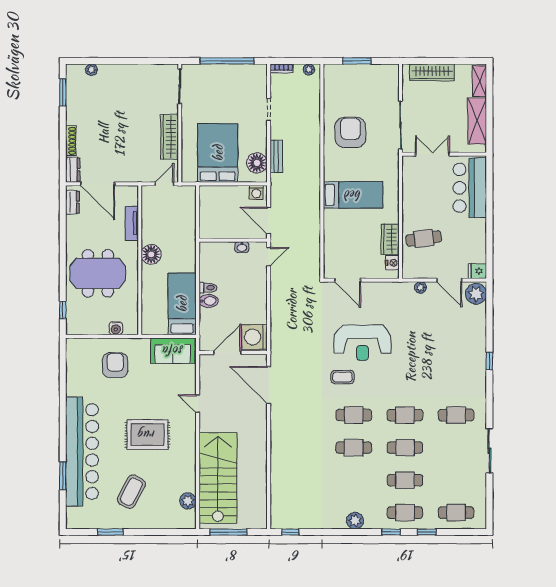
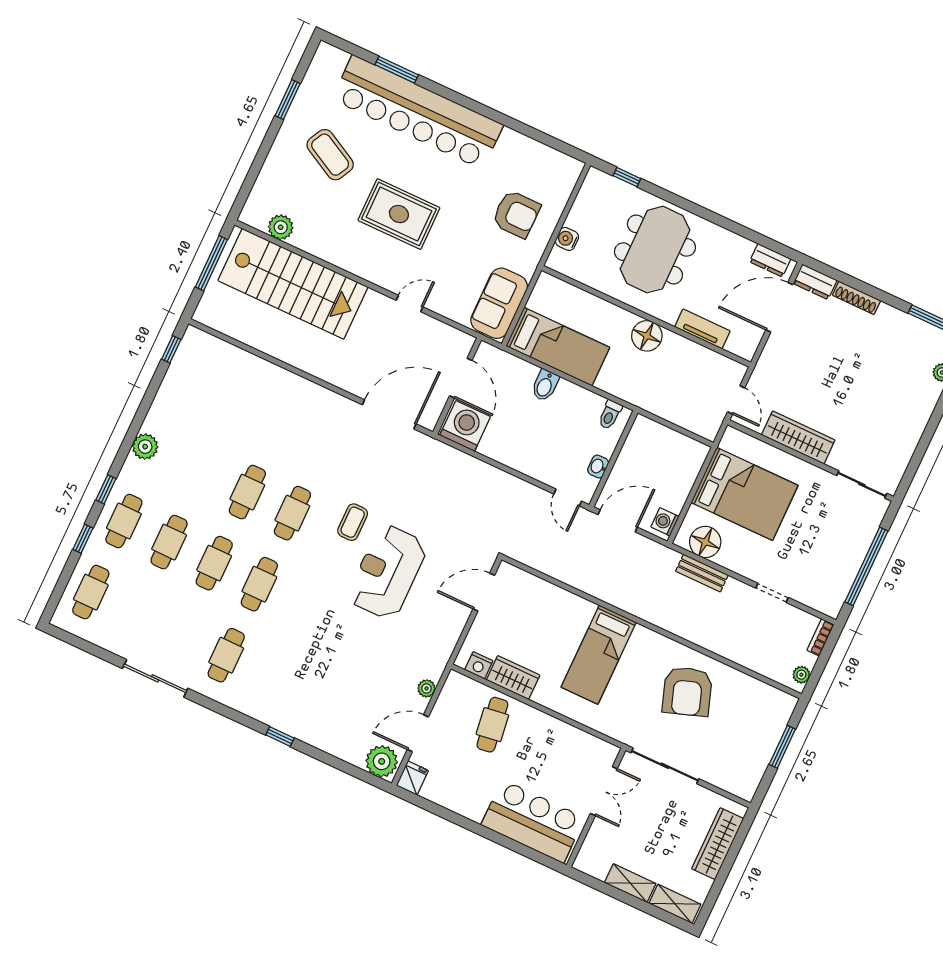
shelving: (477, 121) -> (630, 883), width x0.67, depth x0.75
armchair: (350, 132) -> (687, 691), turned 71
toilet: (208, 288) -> (610, 415), moved
rug: (147, 435) -> (399, 214), turned 90

